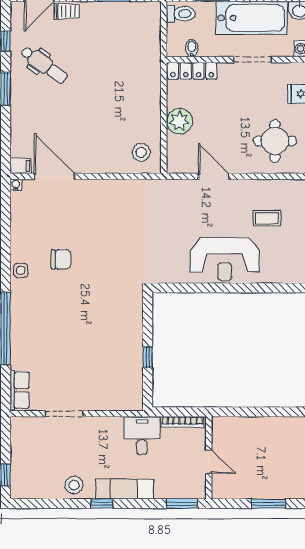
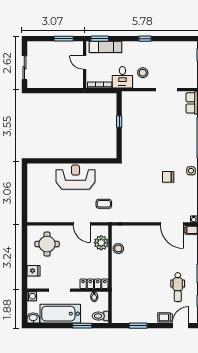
dental chair: (44, 65) -> (178, 287), turned -125
plant: (179, 121) -> (101, 243), moved
stool: (141, 152) -> (118, 248), moved
coffee table: (267, 218) -> (104, 204), moved
stool: (74, 485) -> (143, 73), moved
exam couch: (125, 489) -> (106, 47), moved
window: (268, 504) -> (64, 39), moved

